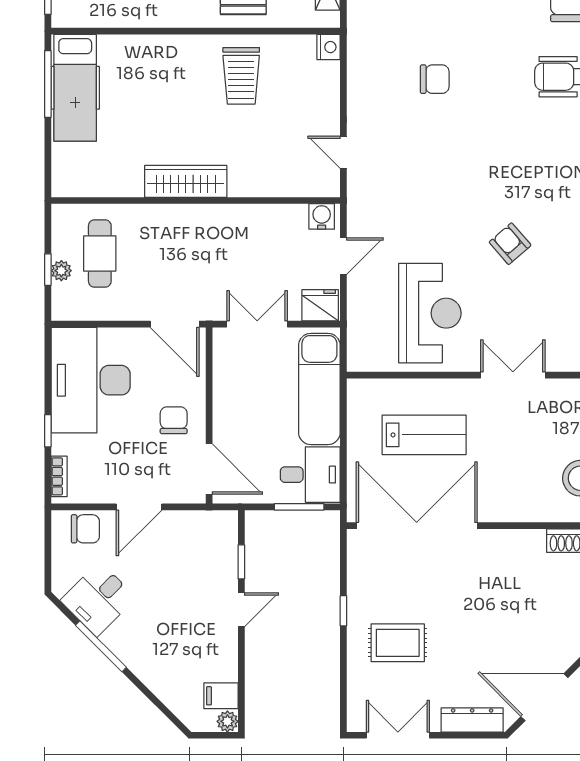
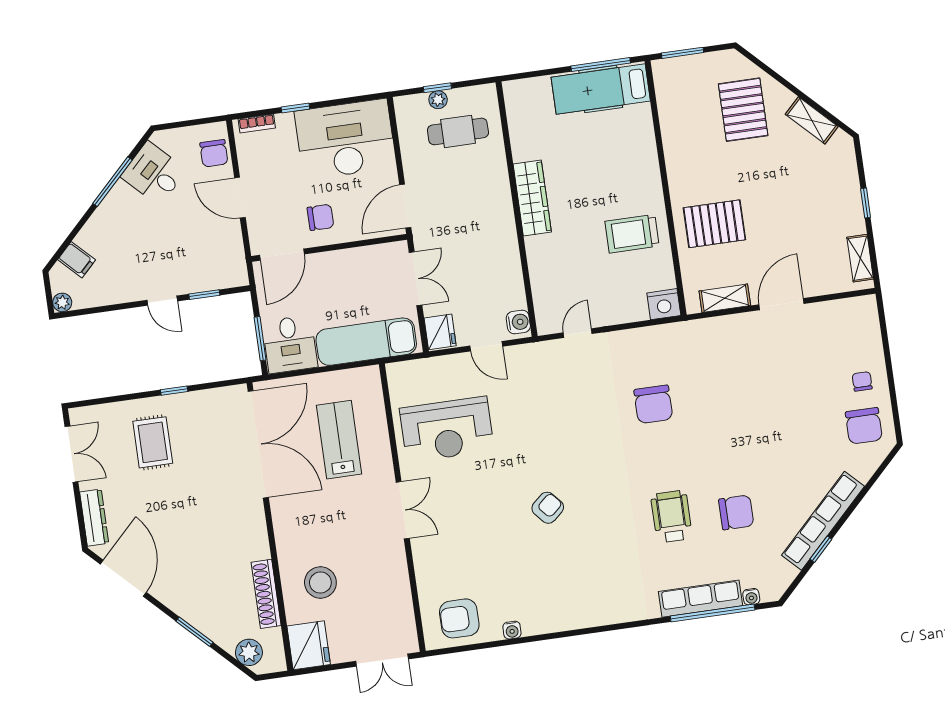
nightstand: (329, 47) -> (664, 304), width x1.36, depth x1.33
chair: (435, 79) -> (653, 404), width x1.37, depth x1.37
armchair: (510, 244) -> (548, 508), moved
lab bench: (424, 435) -> (339, 440), turned 180
filing cabinet: (221, 696) -> (77, 260), moved, turned 135

